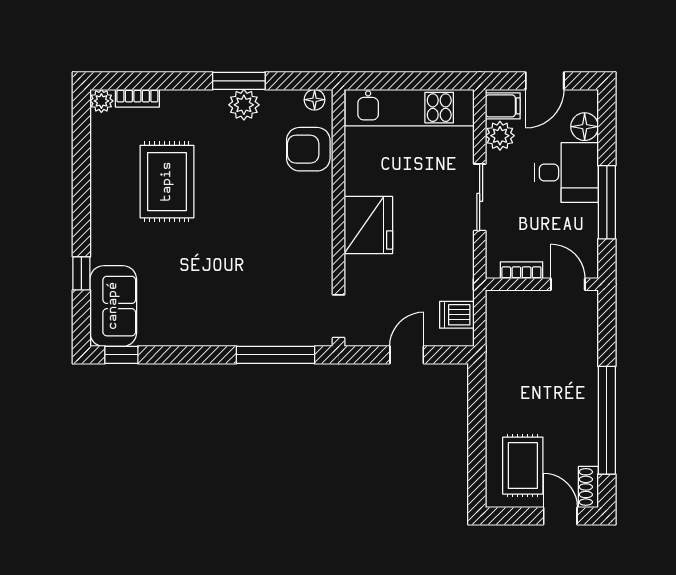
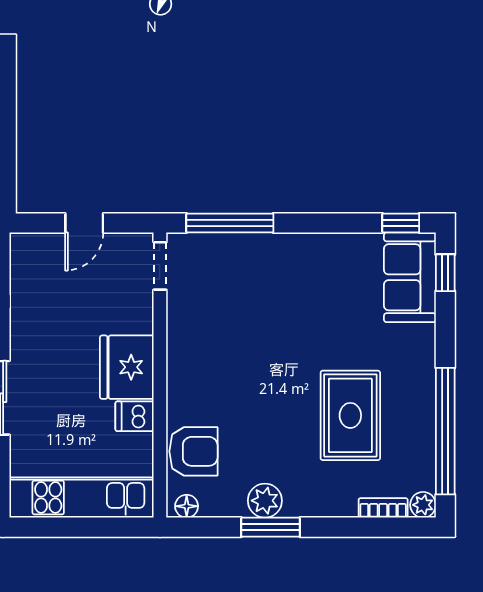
window: (81, 167) -> (445, 431), added
window: (81, 273) -> (445, 273), moved
dishwasher: (457, 315) -> (135, 416), moved, turned 180

